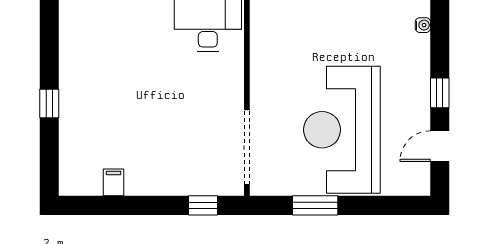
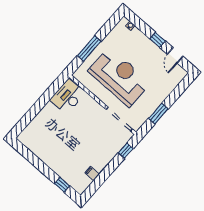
window: (49, 104) -> (62, 185), moved
reception desk: (342, 130) -> (119, 77), moved, turned 180

